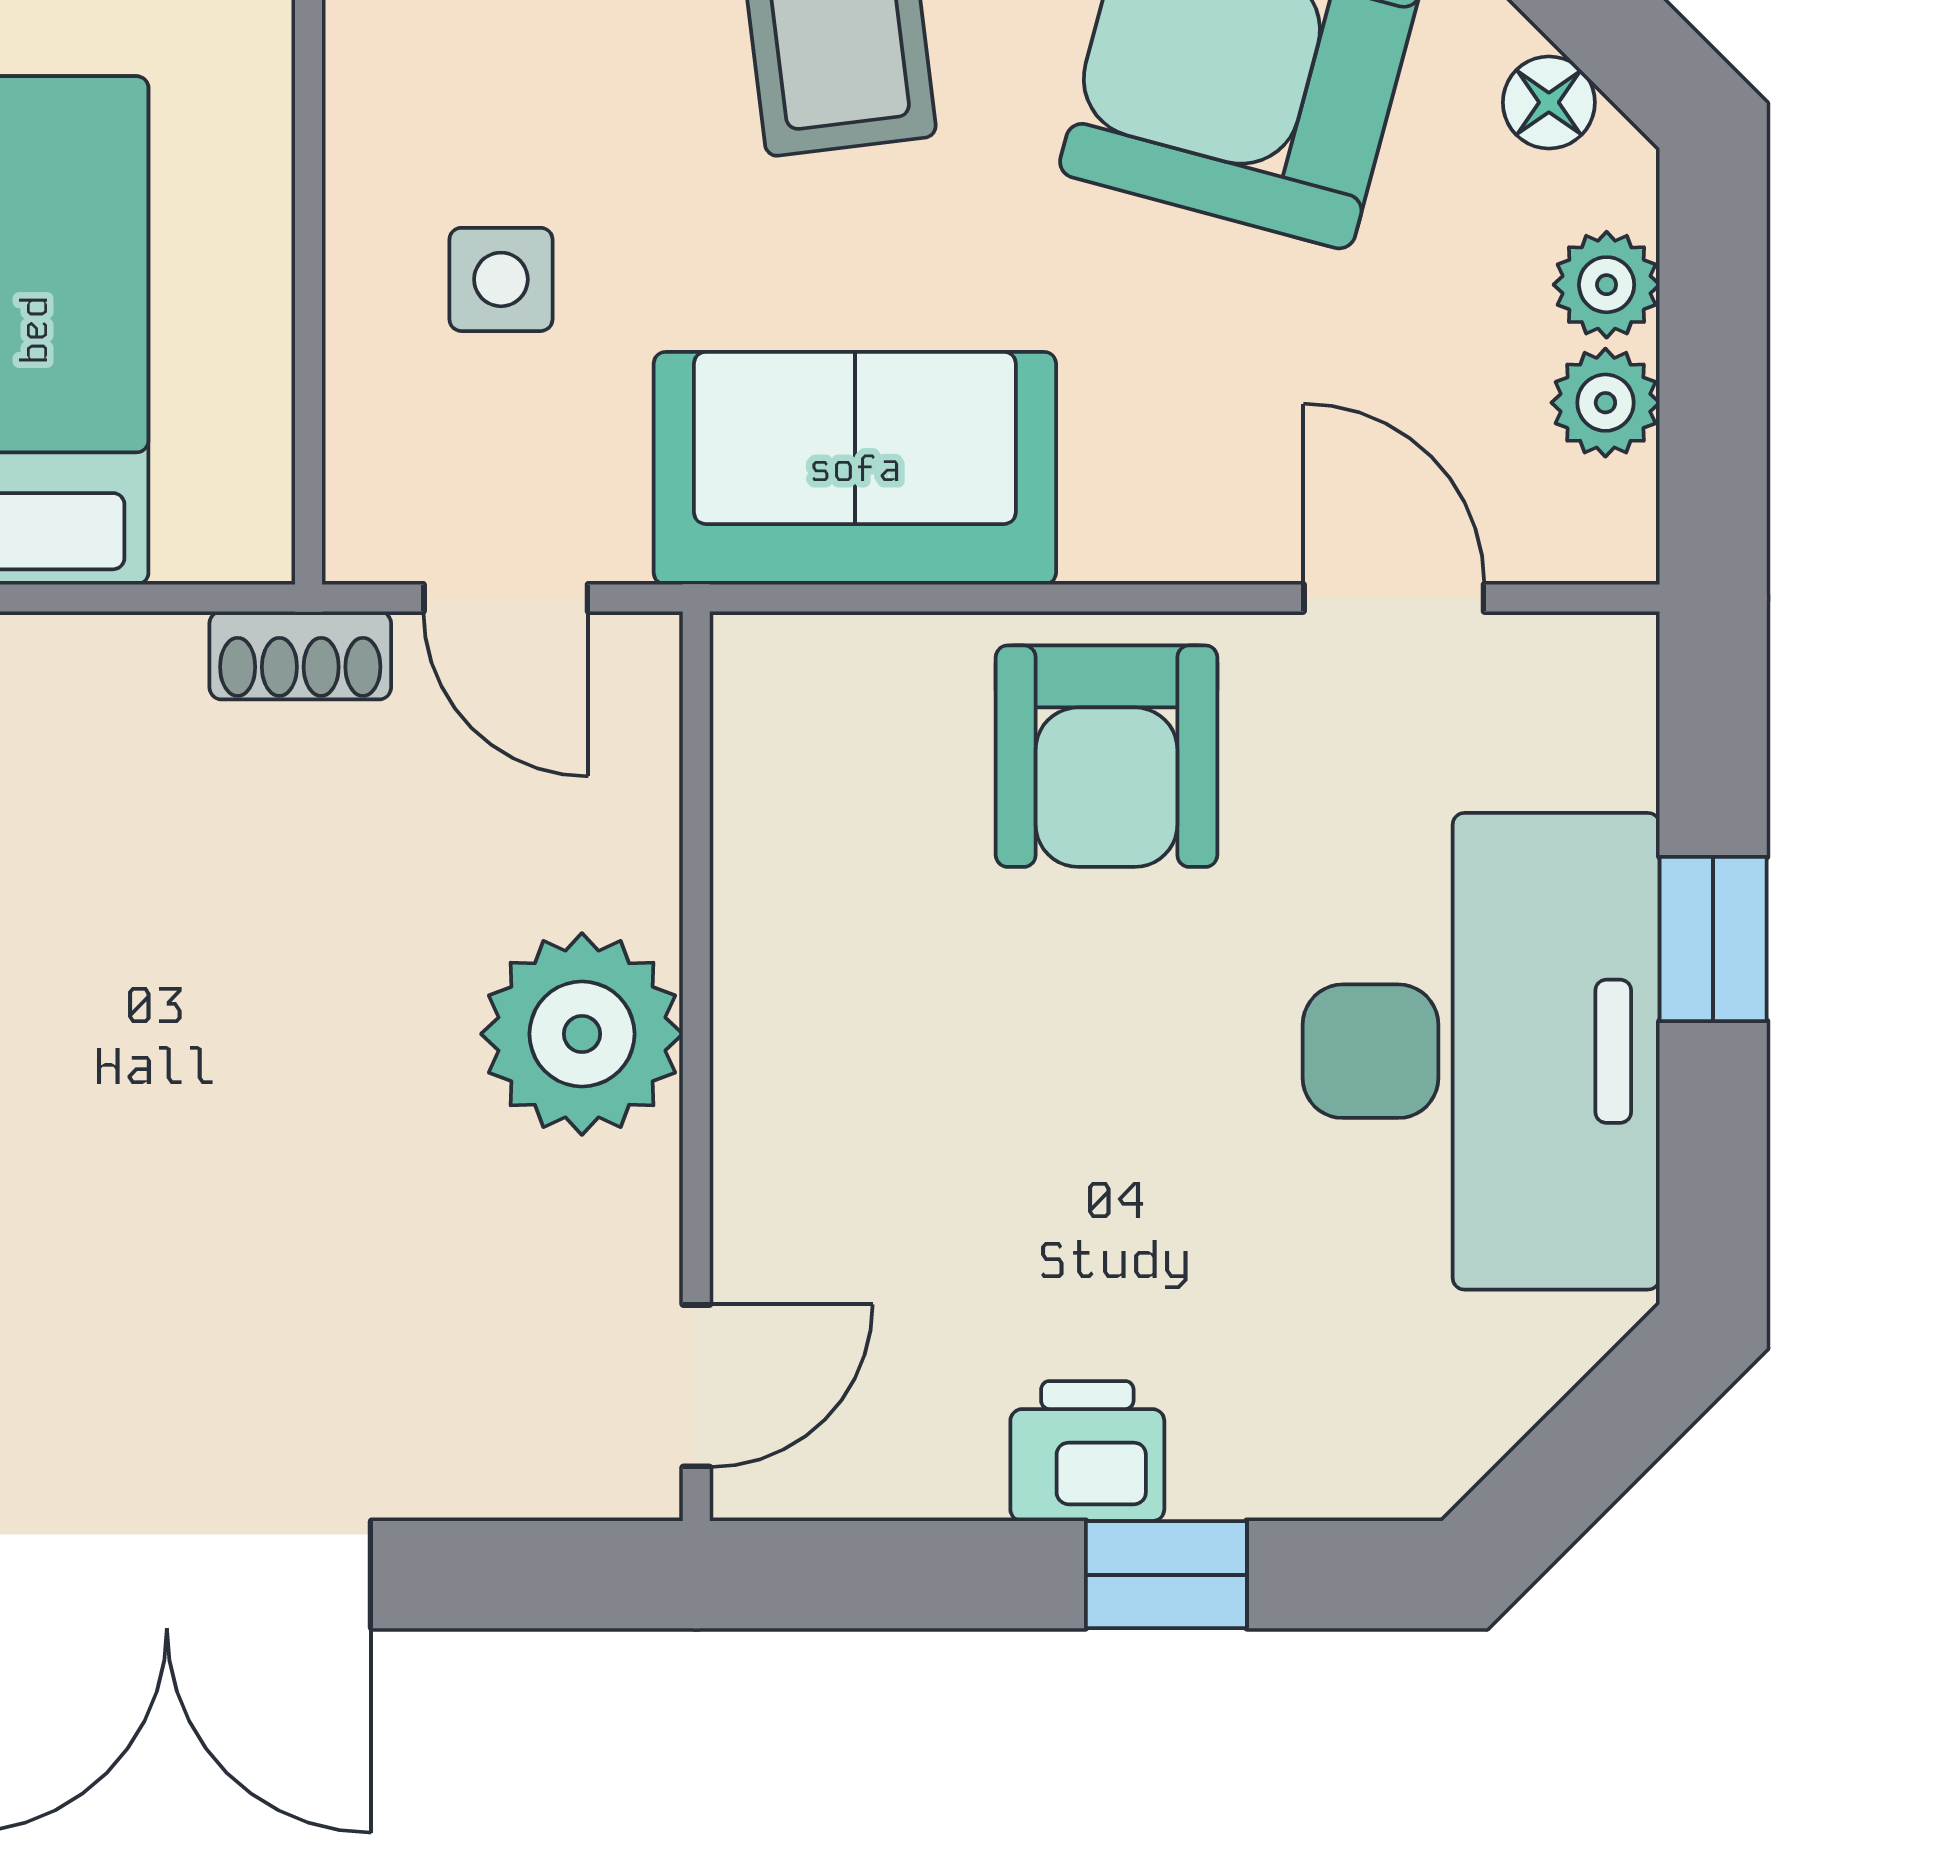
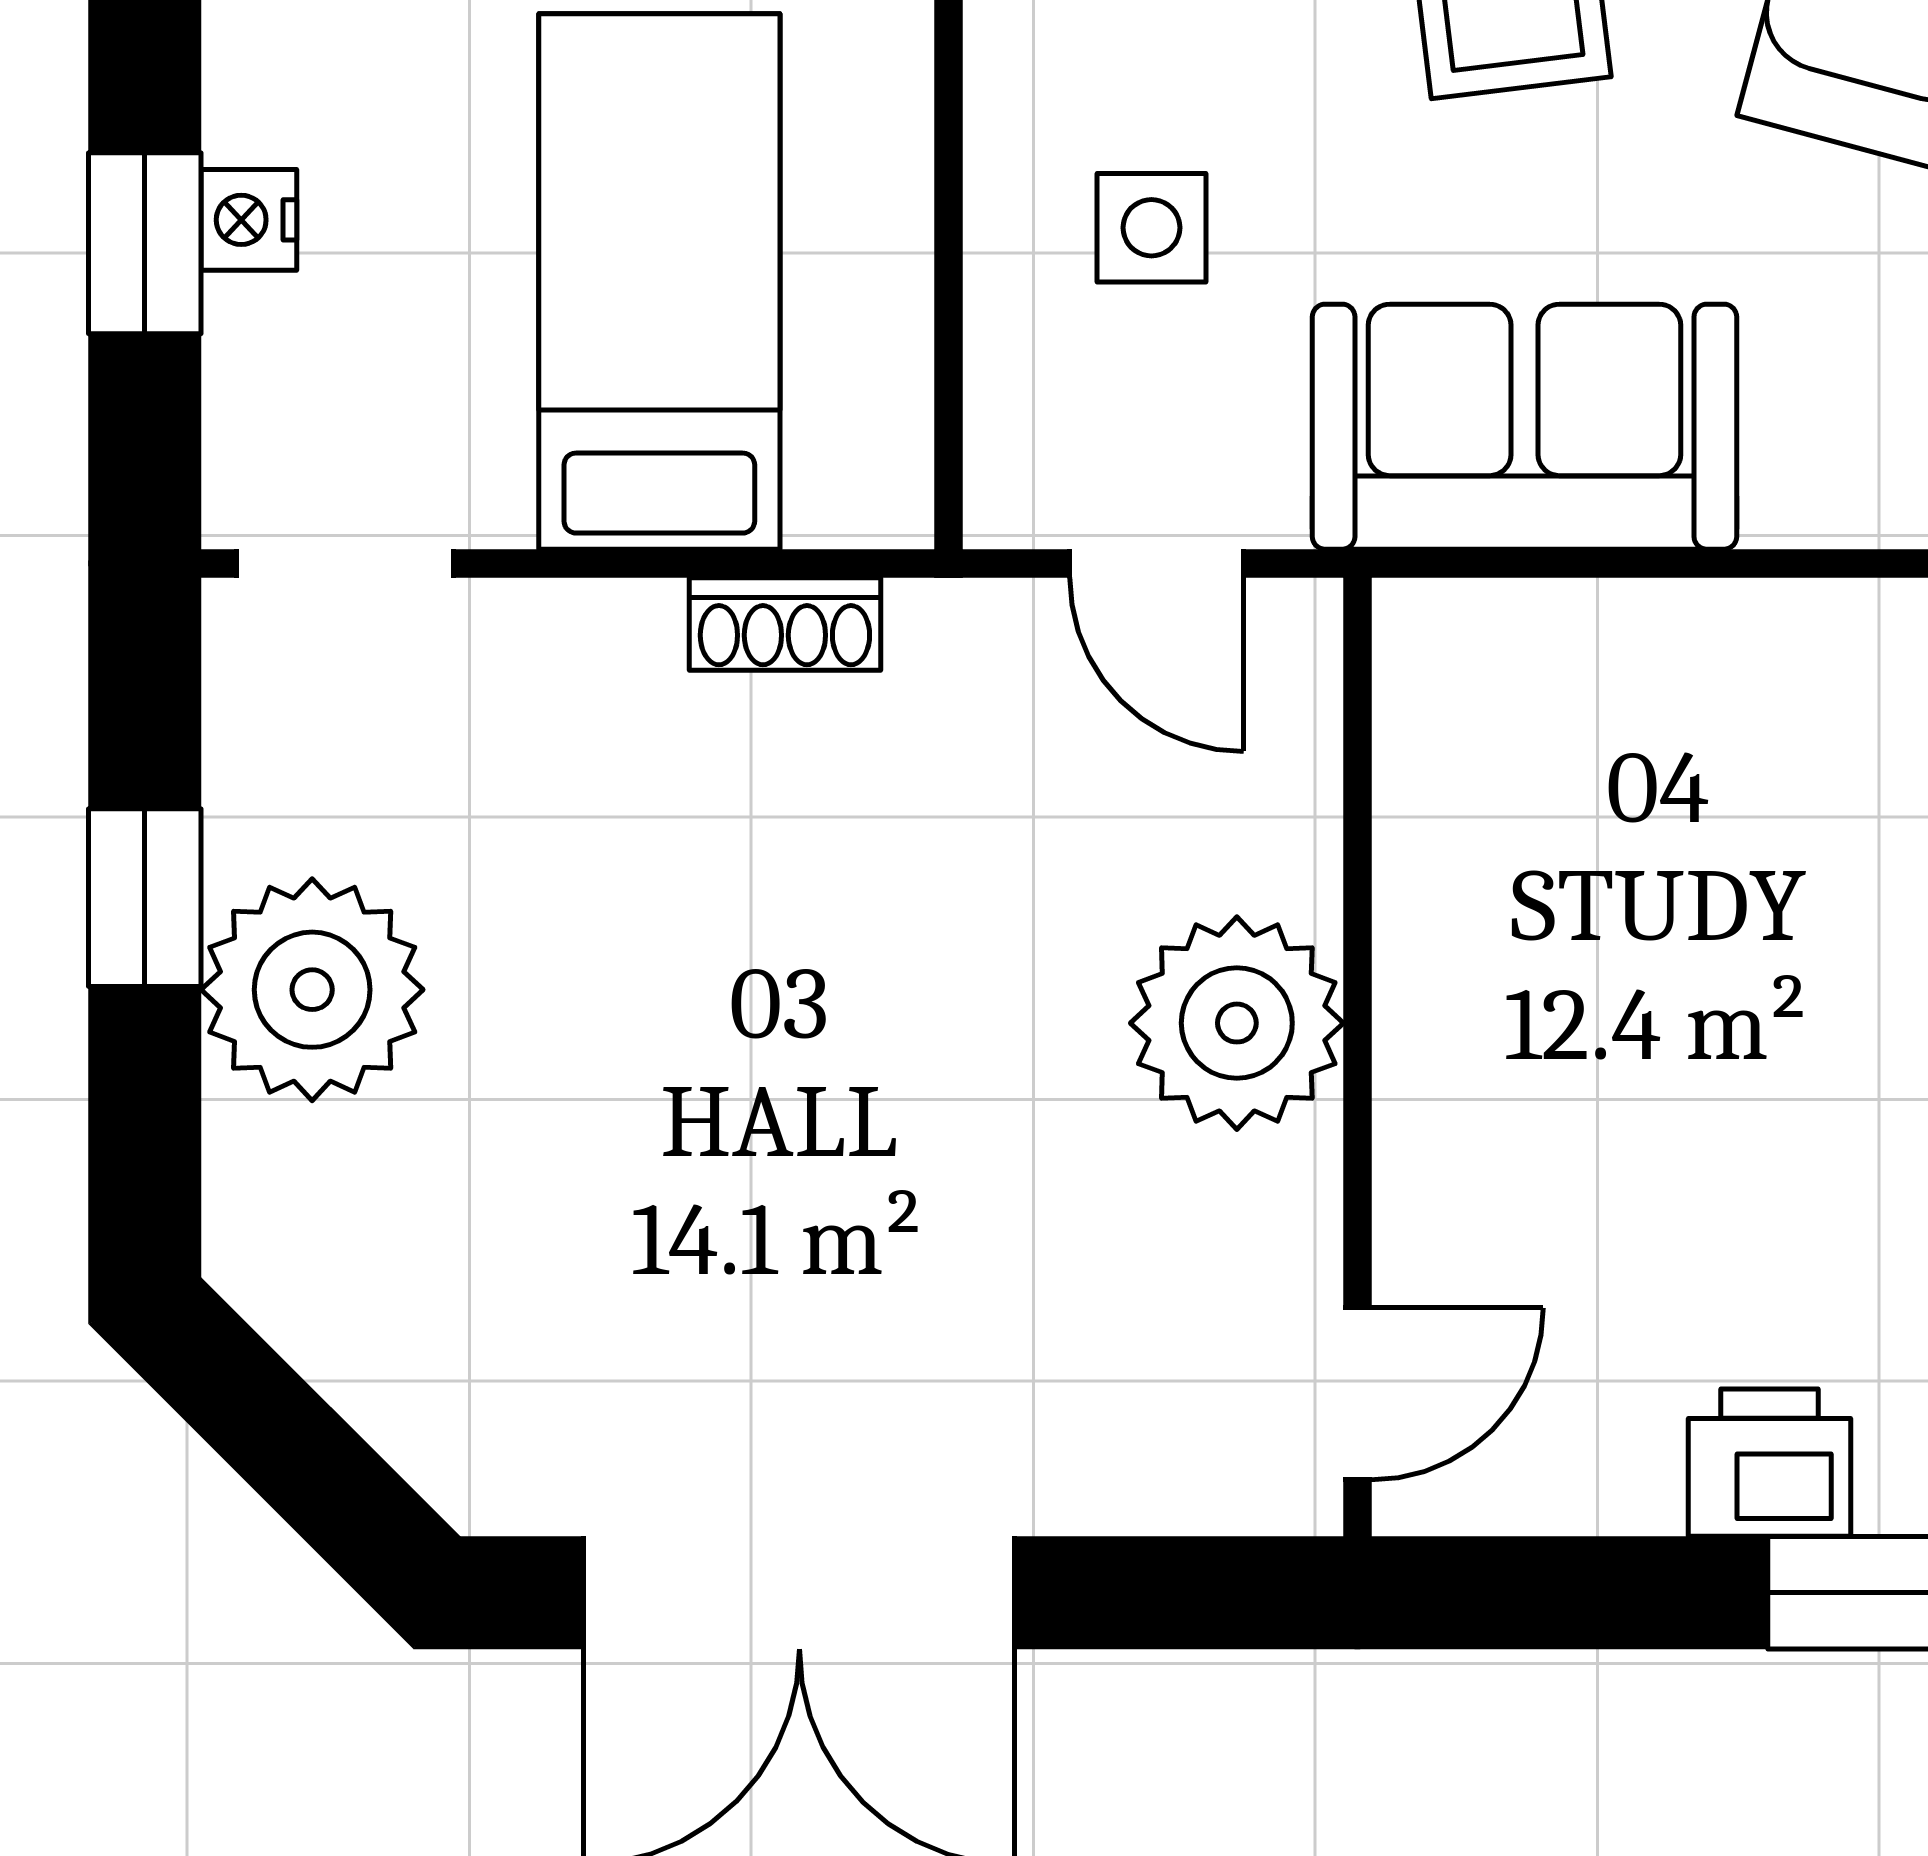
shoe rack: (300, 655) -> (785, 624), moved
armchair: (1107, 756) -> (1790, 730), removed

